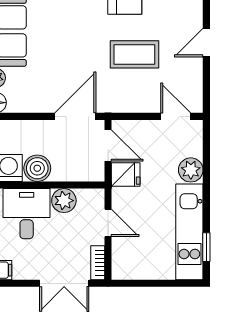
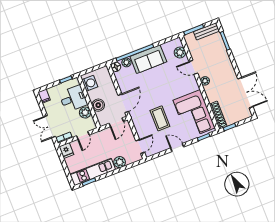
door: (75, 116) -> (123, 103), hinge flipped
boiler: (37, 168) -> (98, 105), moved
fridge: (126, 174) -> (66, 151), moved

